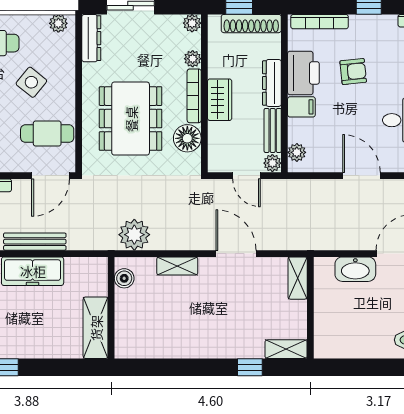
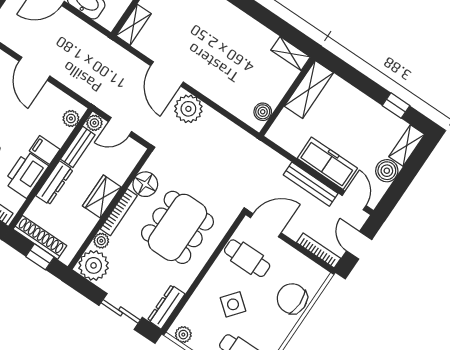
plant: (192, 23) -> (94, 265), width x1.88, depth x1.88
door: (246, 176) -> (120, 127), swing flipped
plant: (134, 235) -> (188, 109), moved
shelving: (177, 266) -> (291, 54), moved

